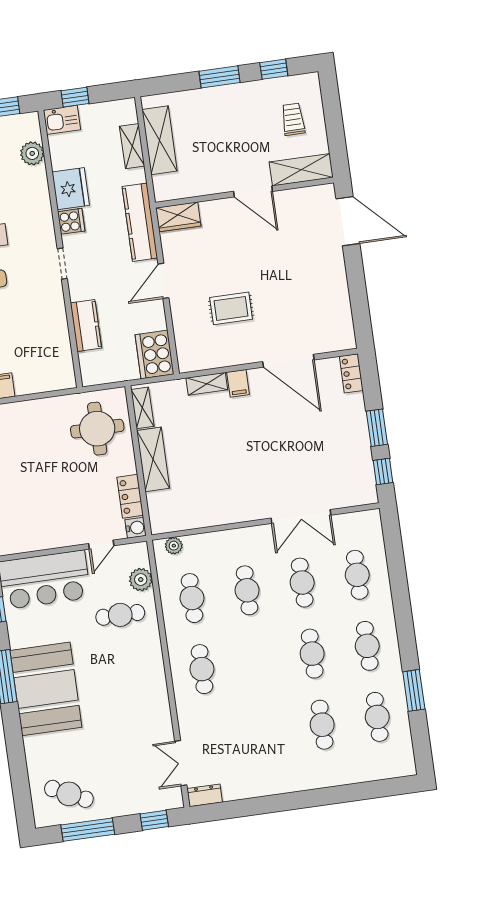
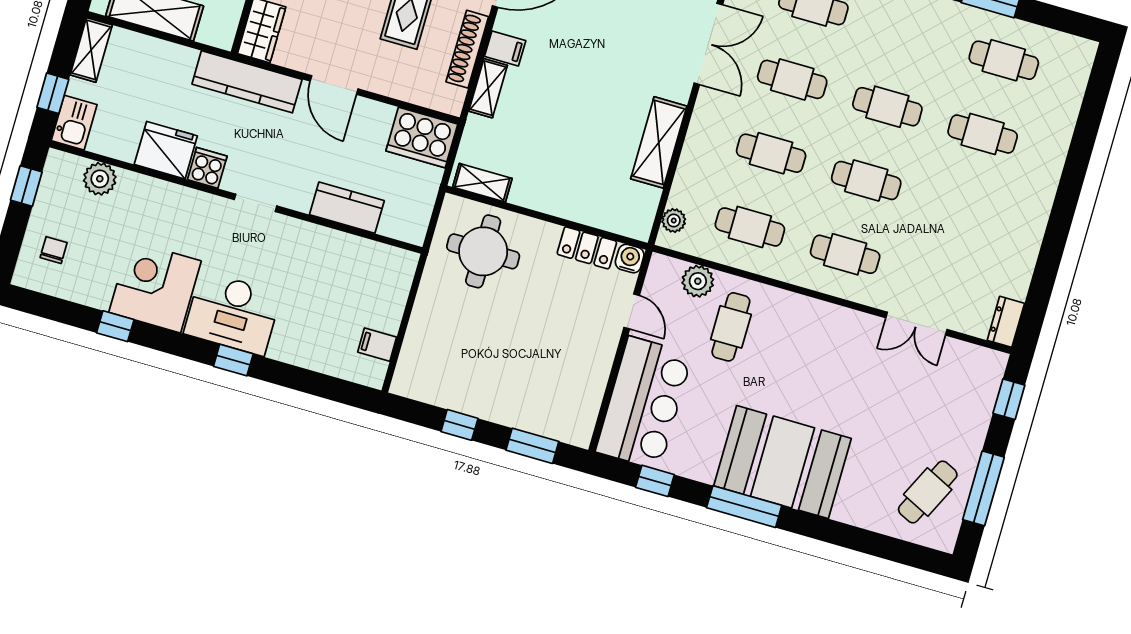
shelving: (132, 146) -> (91, 50), moved, turned 90
shoe rack: (226, 359) -> (467, 49), added
shelving: (153, 459) -> (659, 142), moved, turned 90
cafe table: (367, 646) -> (866, 180), moved
double door: (181, 763) -> (916, 324), moved

